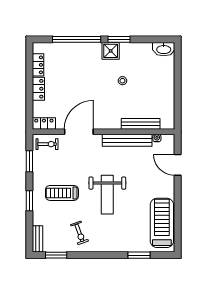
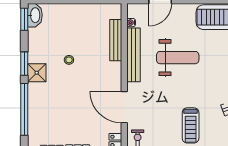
window: (160, 39) -> (24, 19), added
weight bench: (107, 195) -> (178, 58), moved

